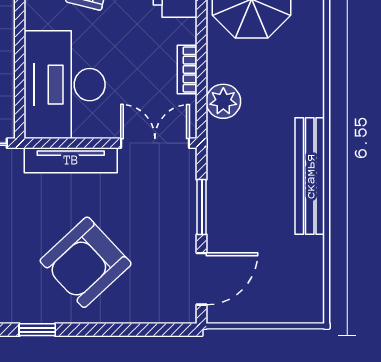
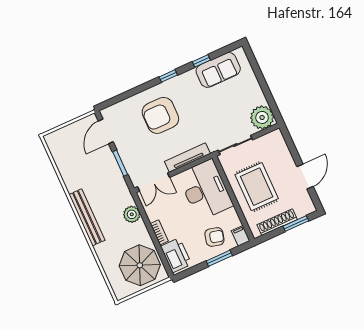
bookcase: (187, 70) -> (159, 232), moved
bench: (310, 176) -> (87, 217), moved
armchair: (86, 262) -> (160, 115), turned -137

